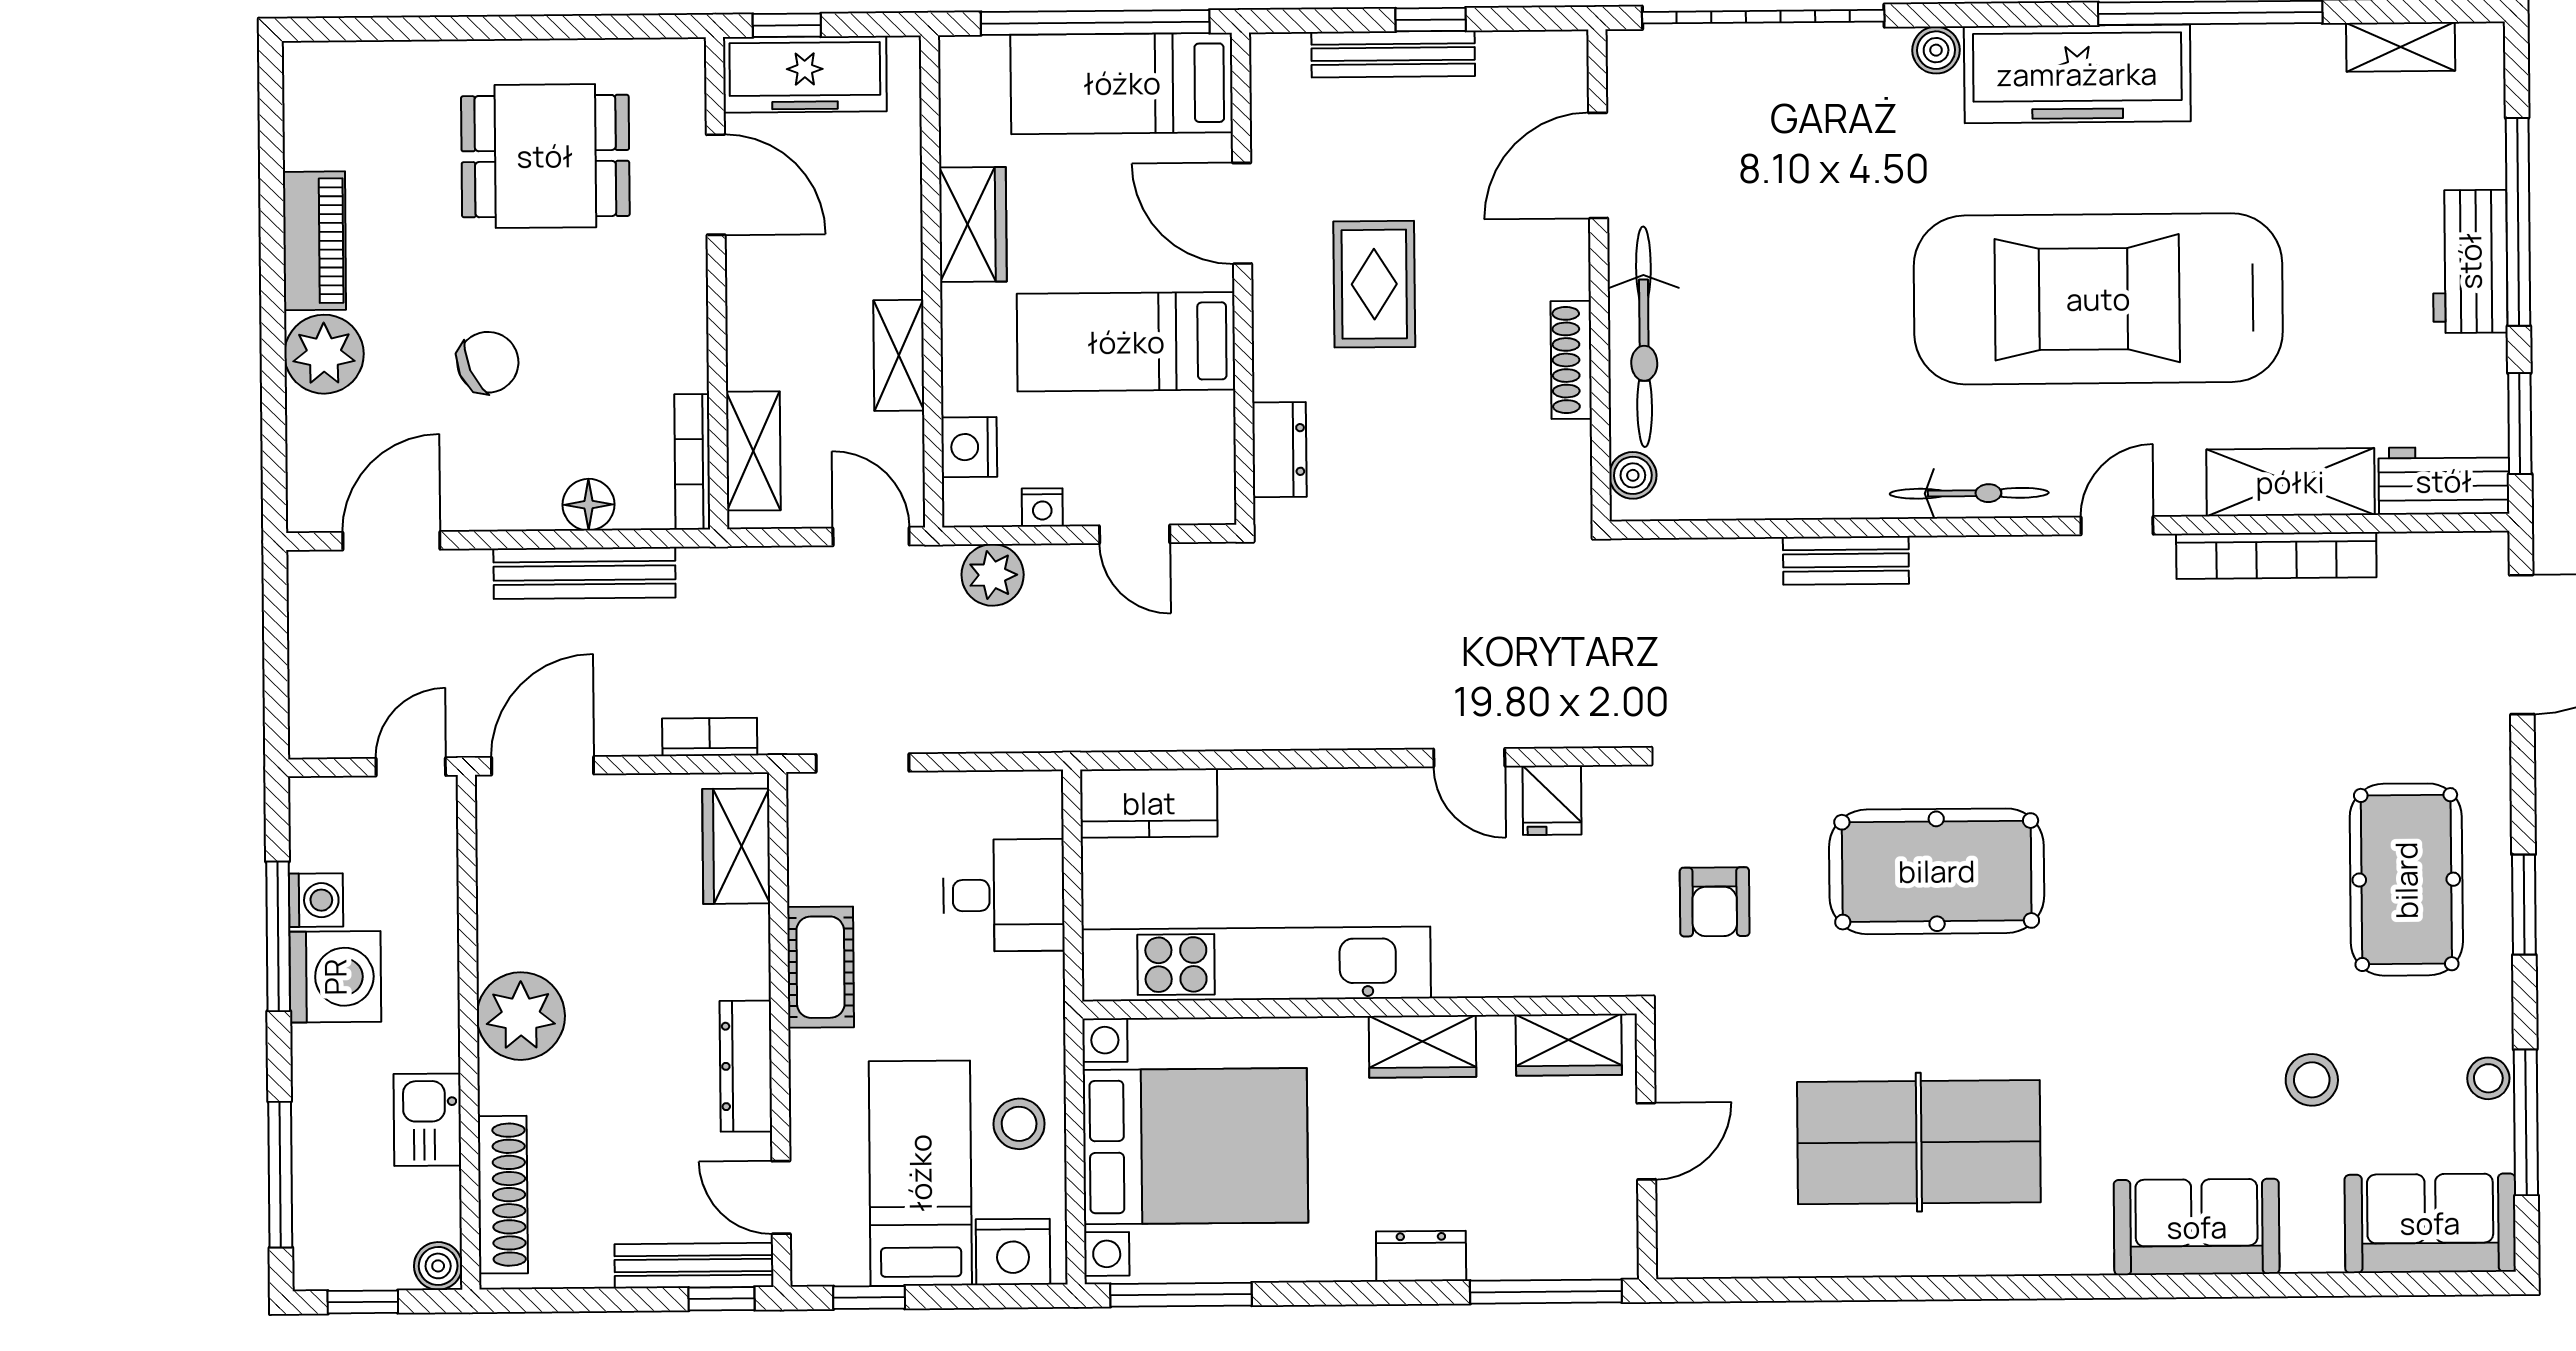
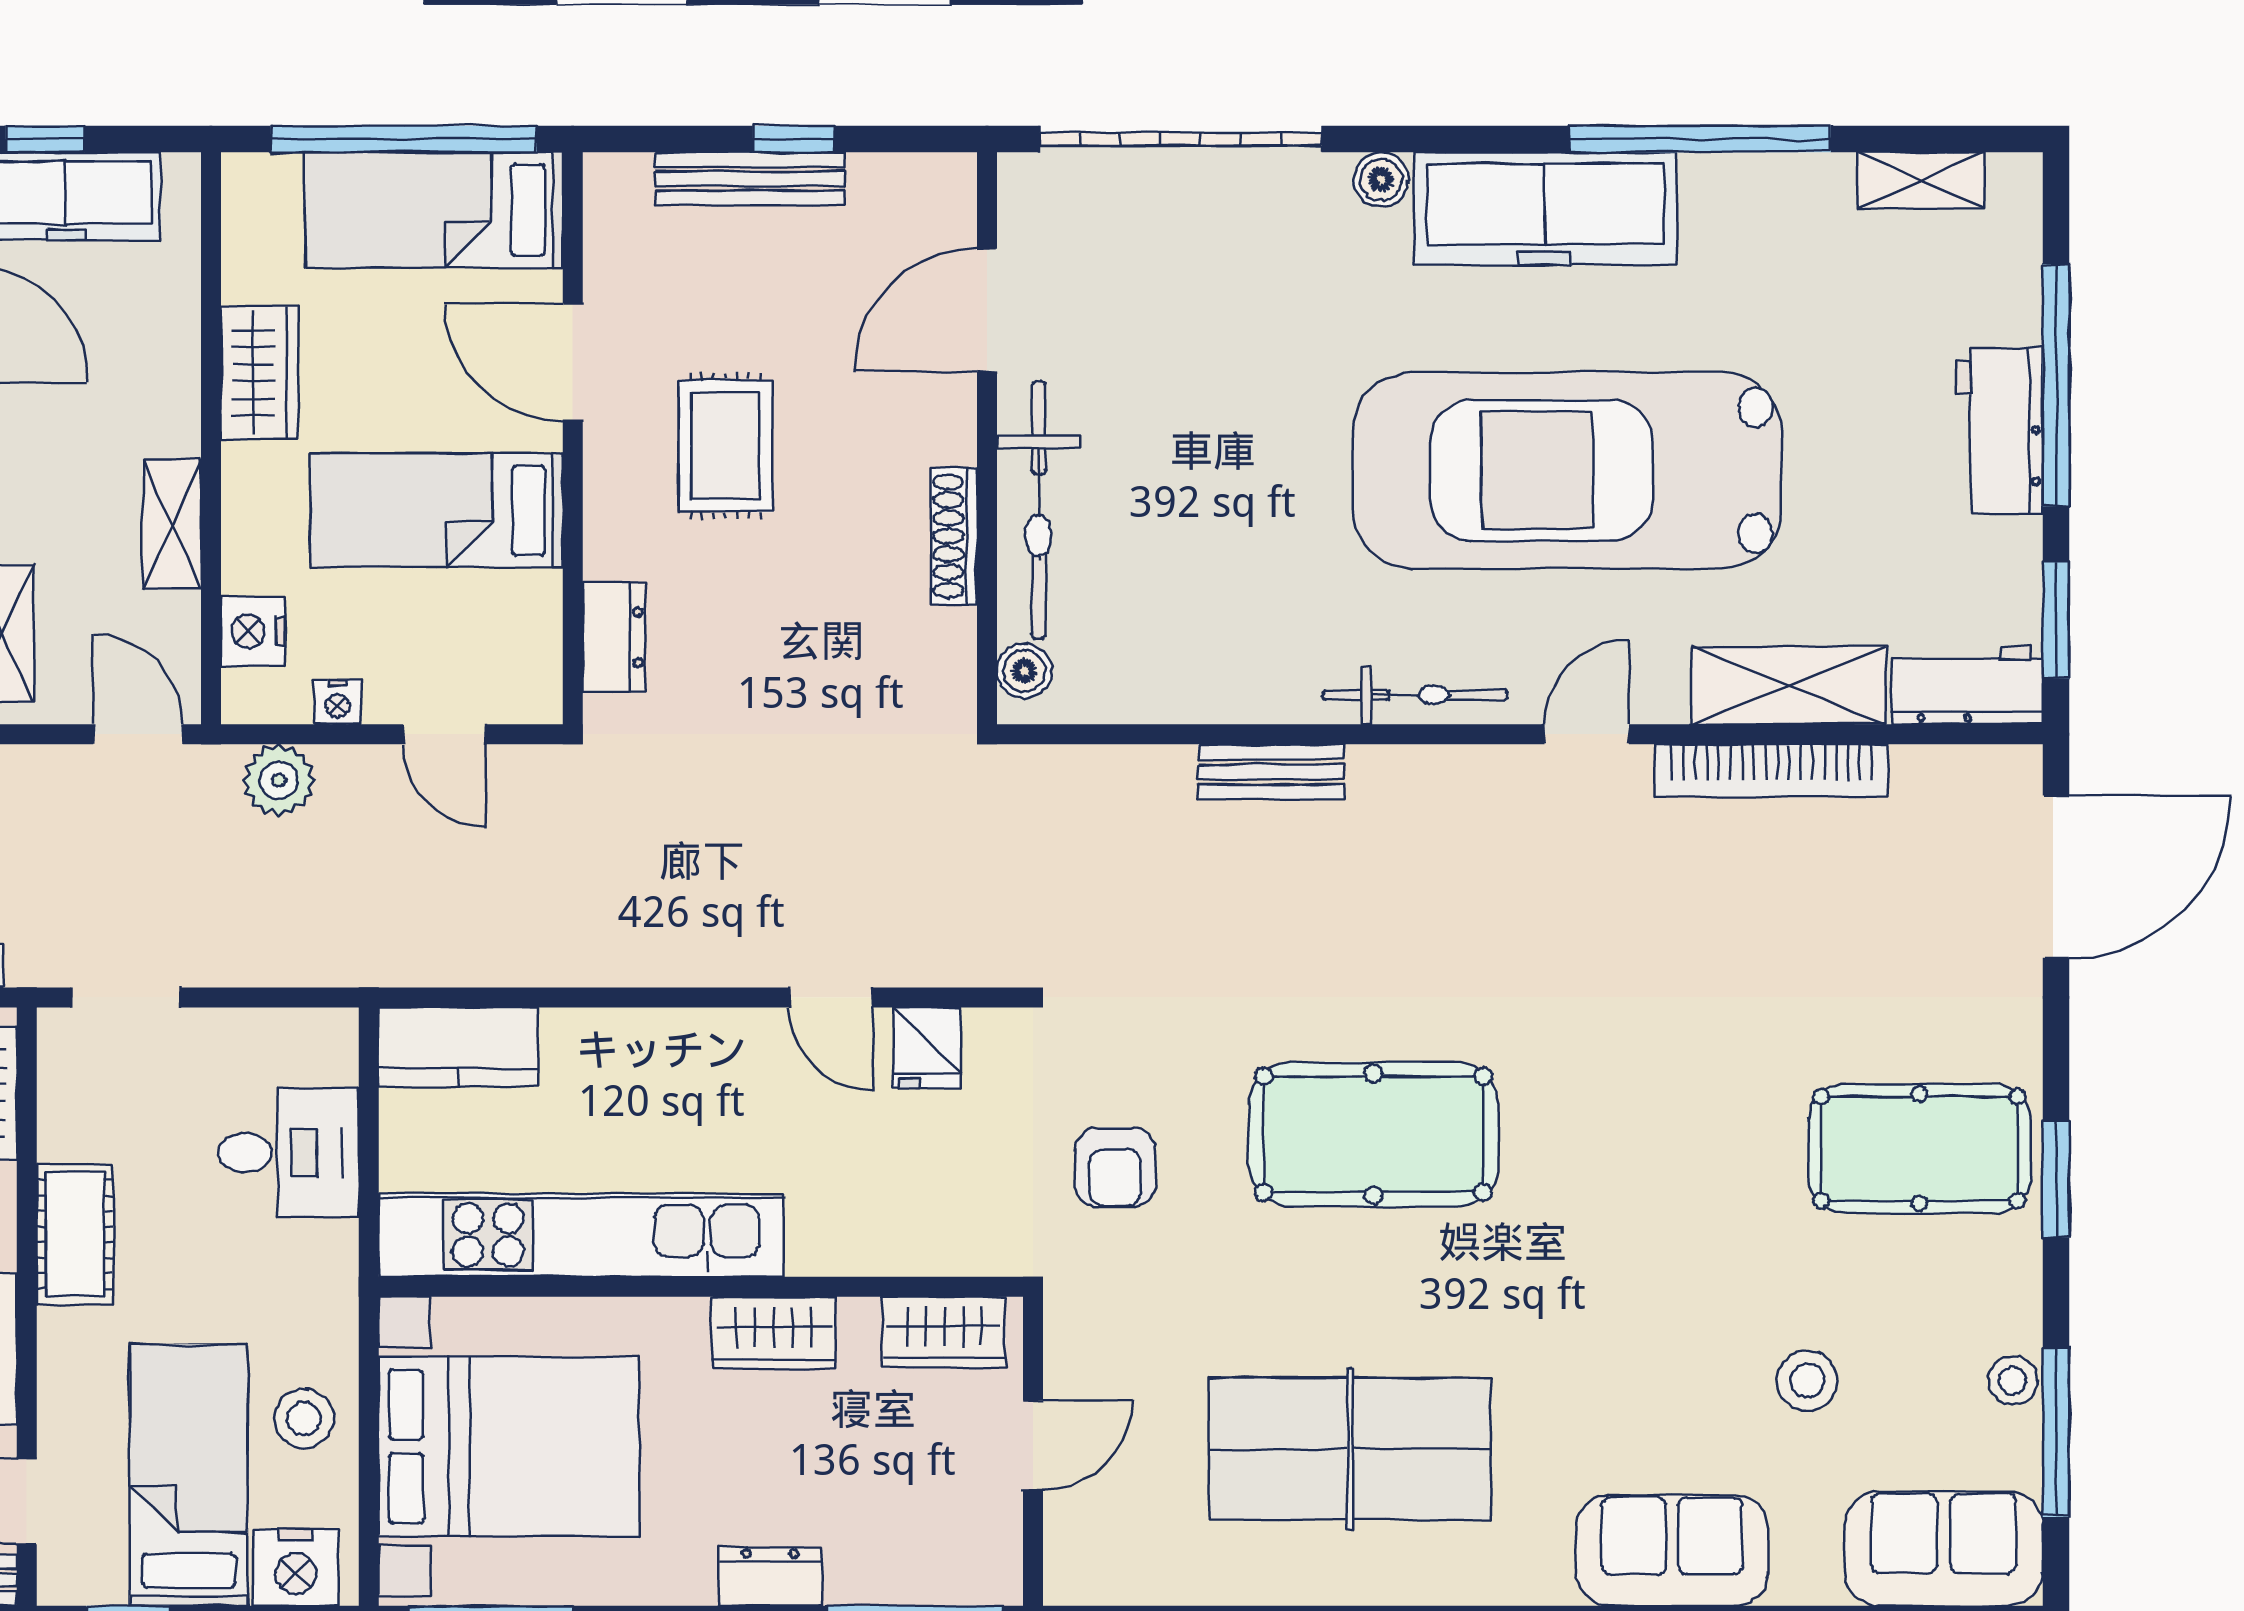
pool table: (2406, 880) -> (1919, 1149), turned 90

